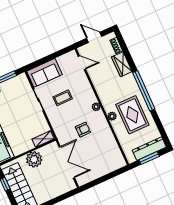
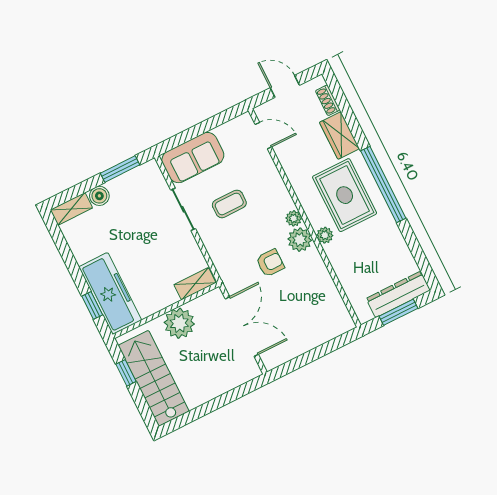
rug: (132, 115) -> (345, 195), moved
plant: (99, 118) -> (300, 240), added

